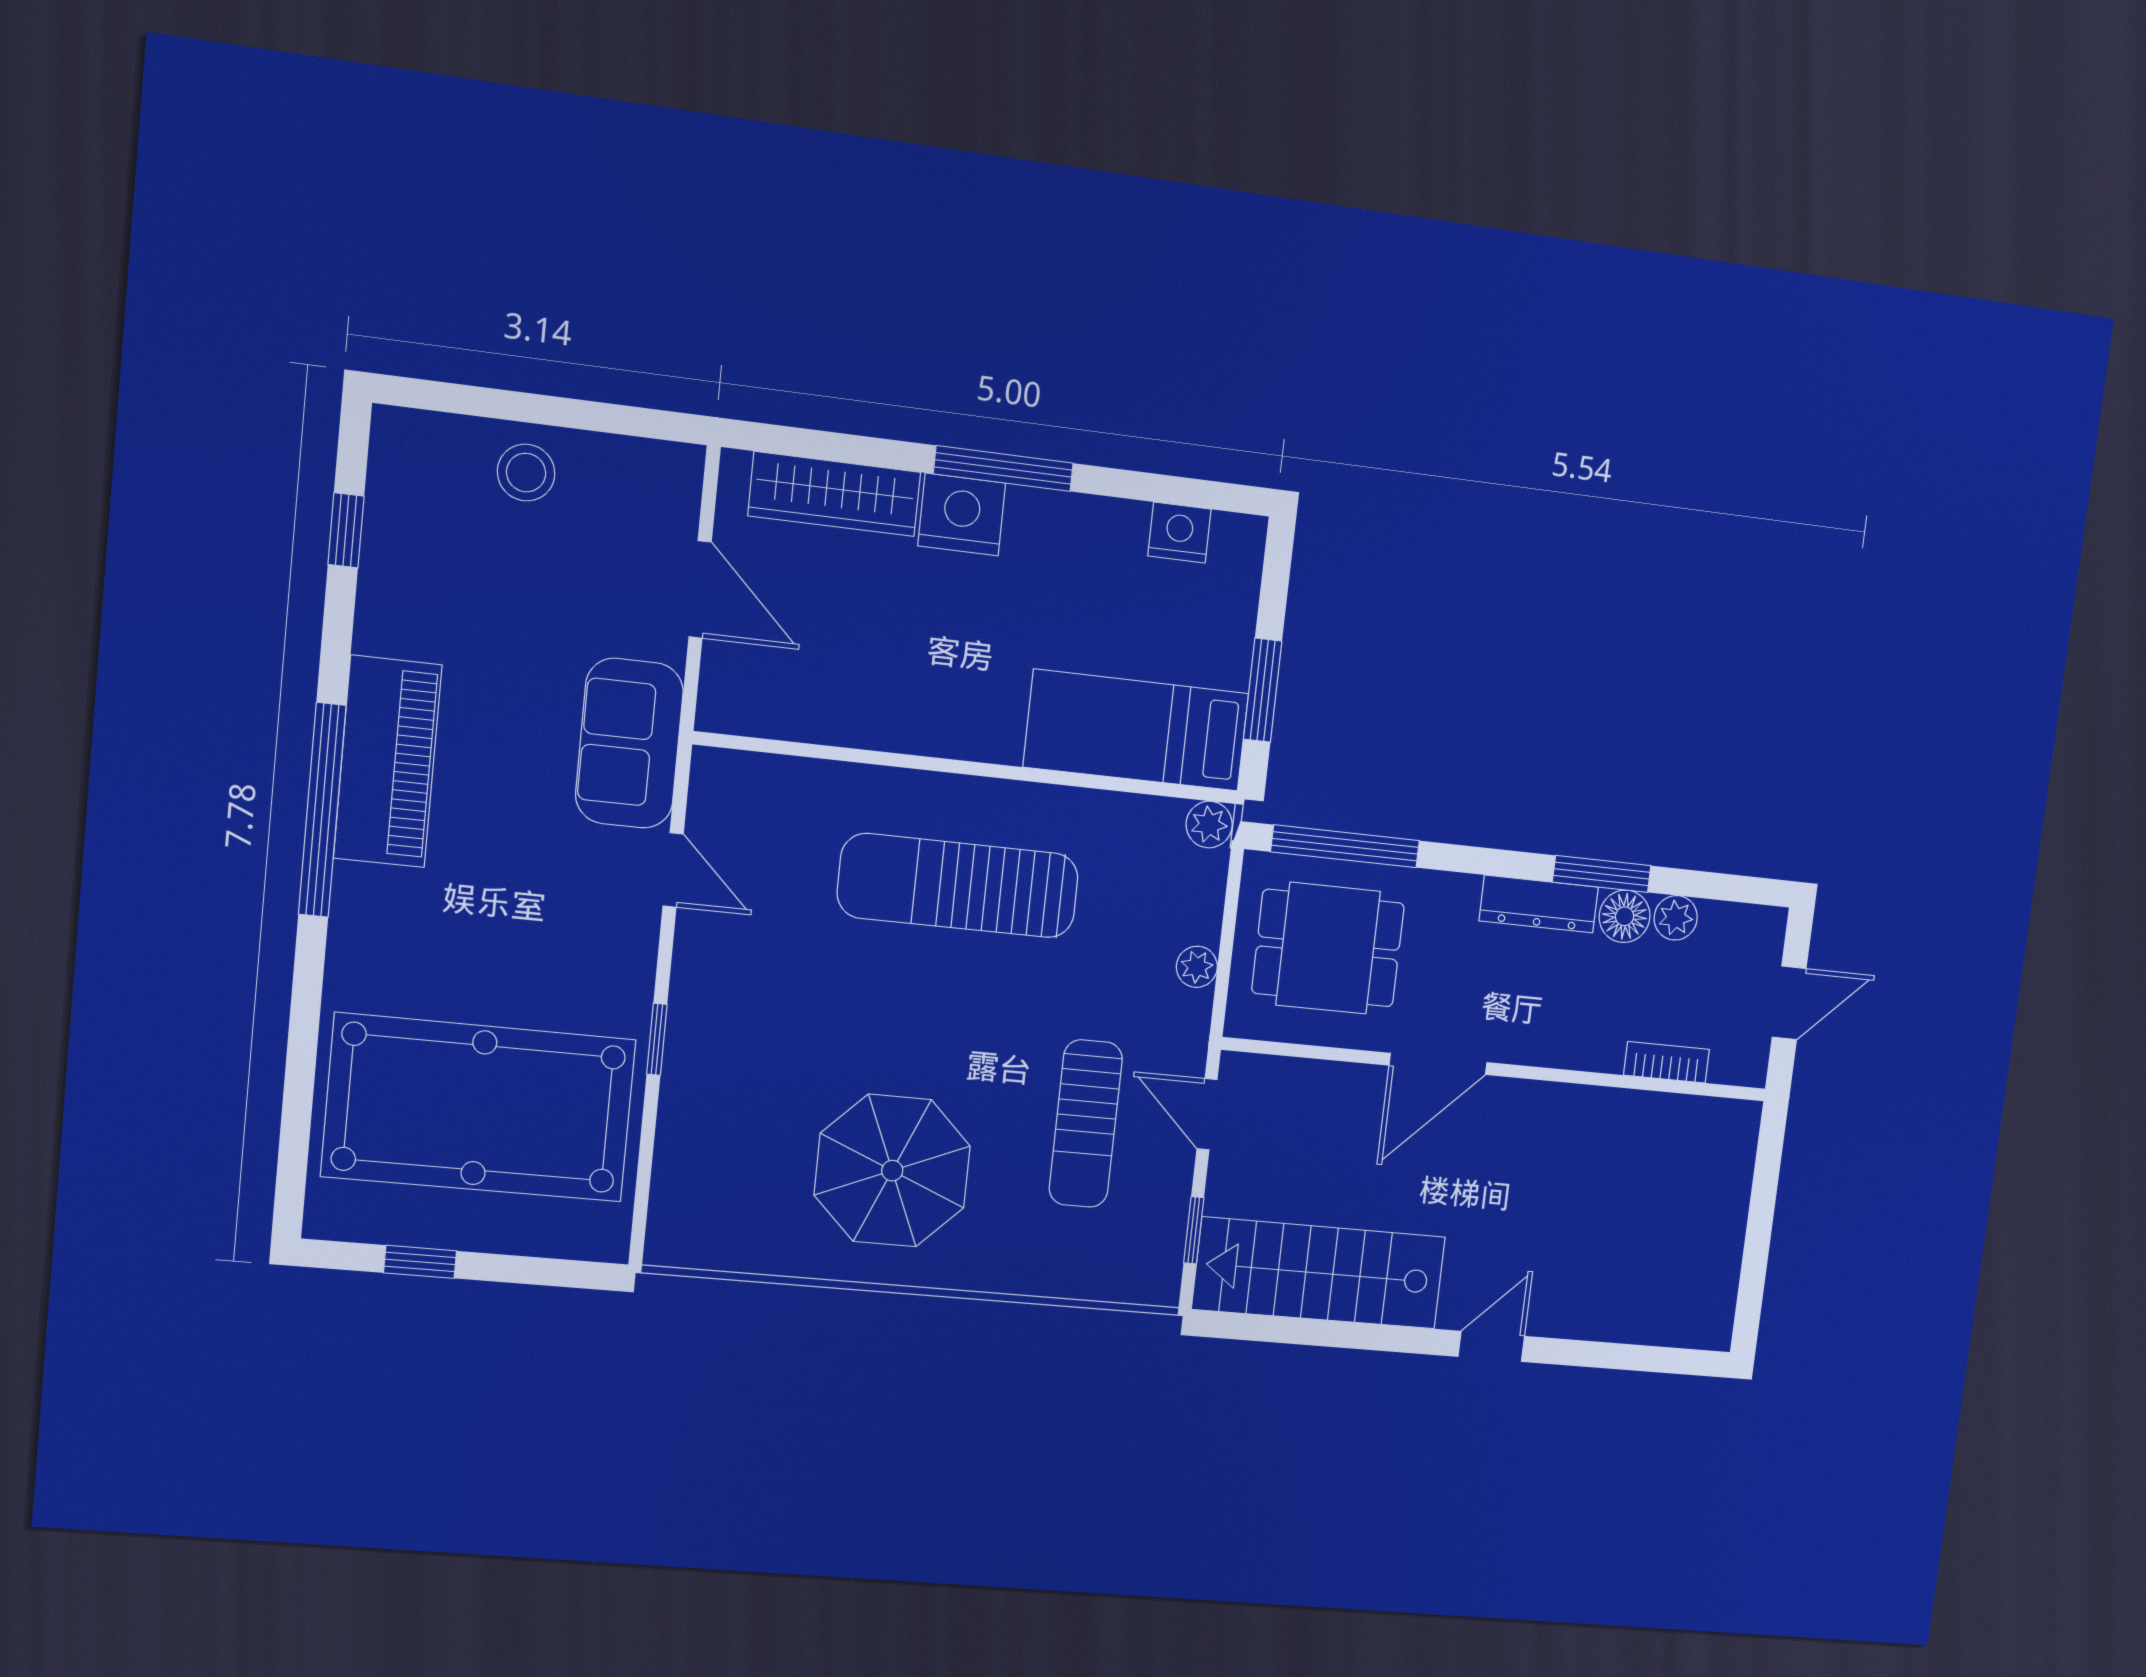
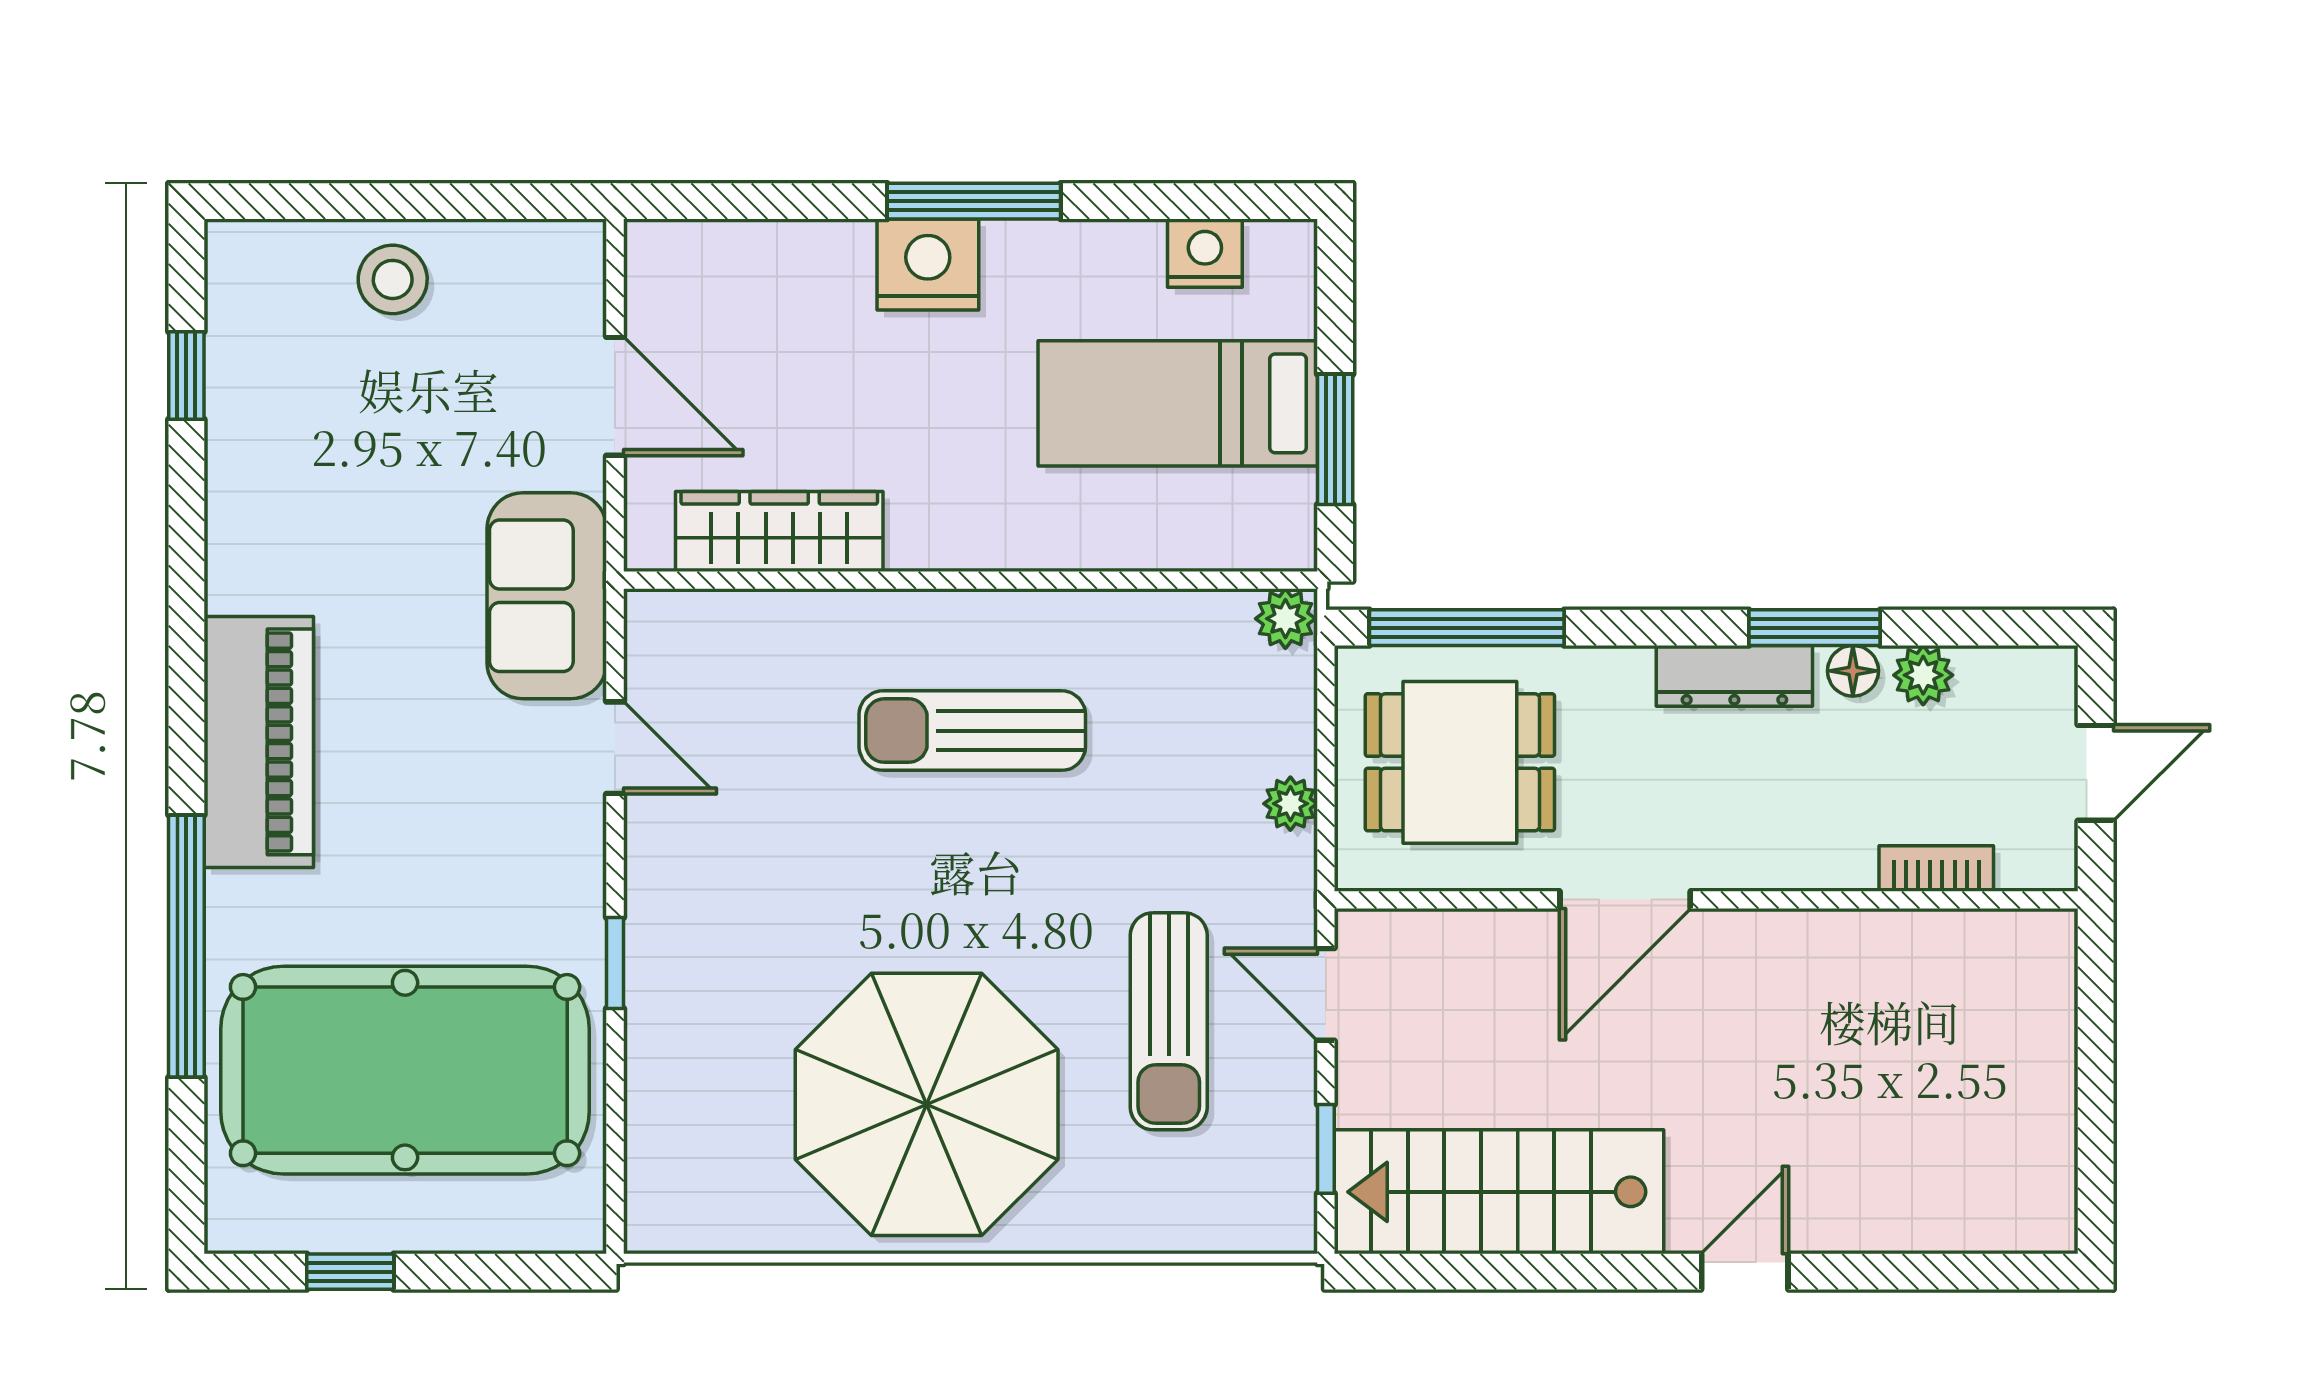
wardrobe: (834, 494) -> (779, 531), moved, turned 180
bed: (1136, 730) -> (1178, 403), moved
piano: (388, 762) -> (259, 742), moved
window: (322, 810) -> (186, 946), moved
sun lounger: (958, 886) -> (972, 731), width x0.73, depth x0.75
floor lamp: (1625, 916) -> (1853, 671), width x0.73, depth x0.73
parasol: (892, 1171) -> (927, 1104), width x1.36, depth x1.36

